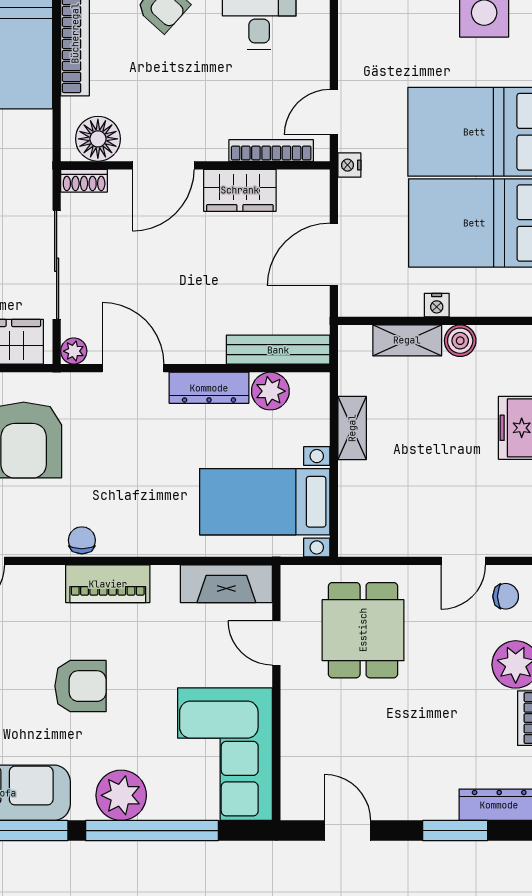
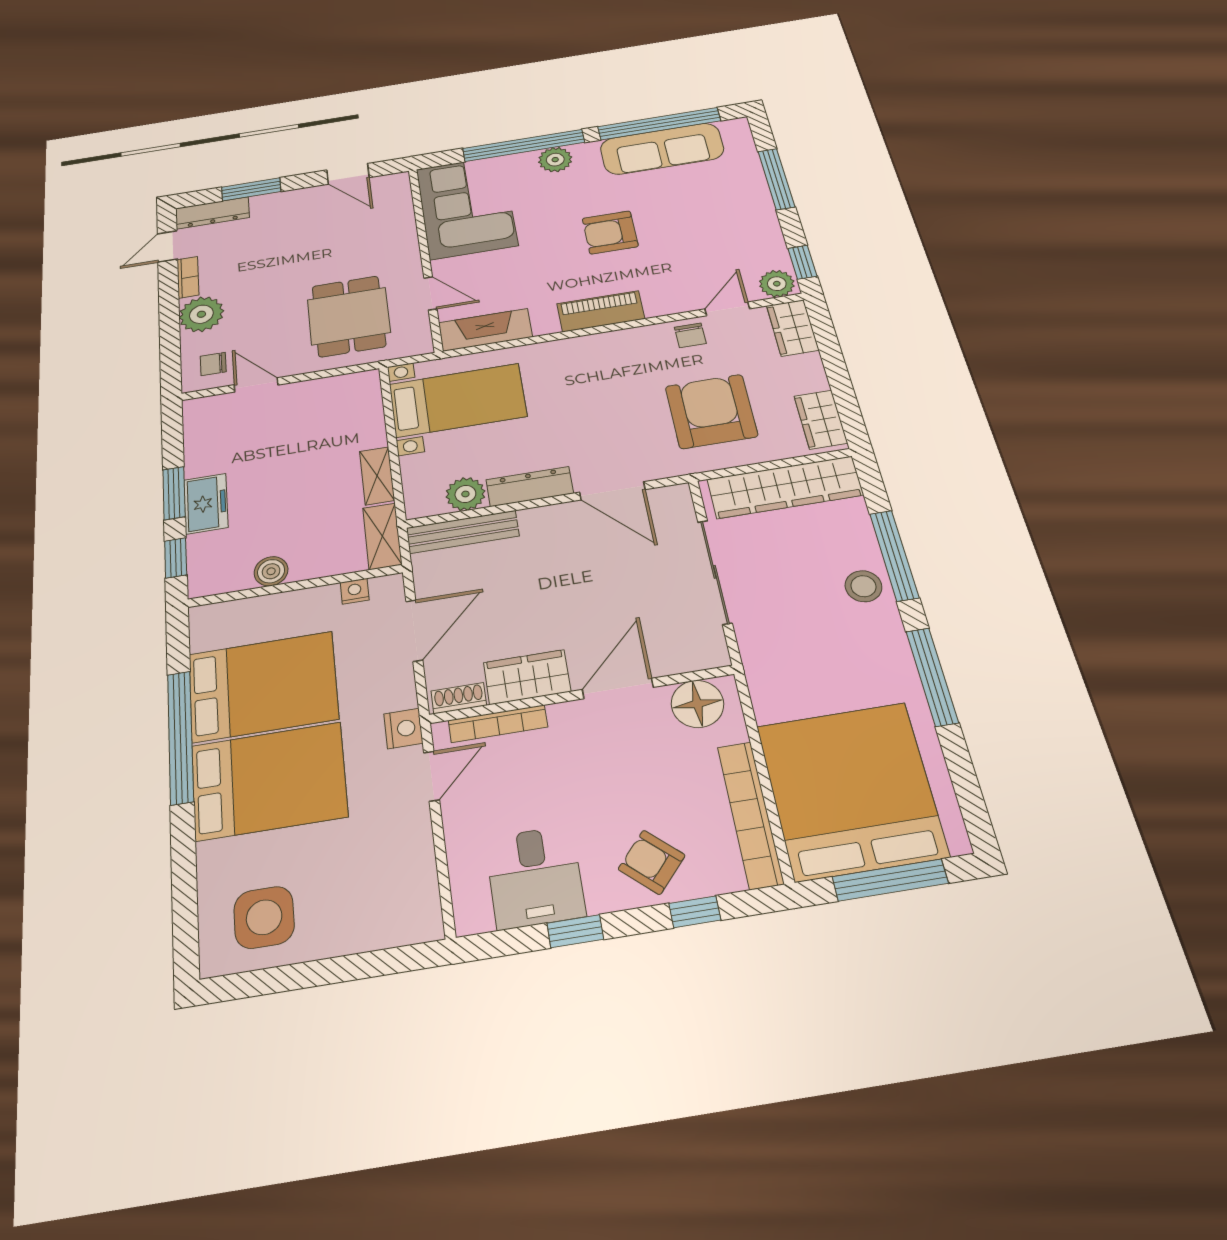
nightstand: (349, 165) -> (403, 728), width x1.39, depth x1.35
shoe rack: (84, 181) -> (459, 698), moved
nightstand: (437, 305) -> (355, 591), moved
shelving: (407, 340) -> (382, 536), moved, turned 90
plant: (74, 351) -> (678, 496), removed
chair: (82, 540) -> (690, 335), moved
door: (463, 561) -> (256, 385), hinge flipped
plant: (121, 795) -> (555, 160), width x0.73, depth x0.73

